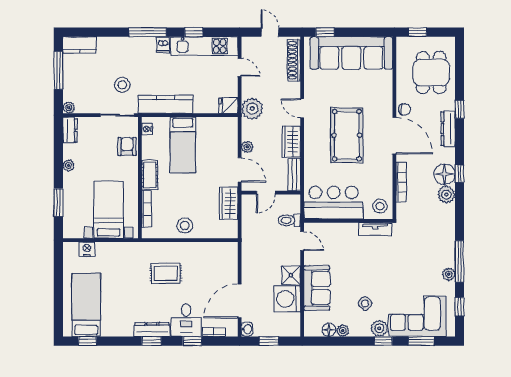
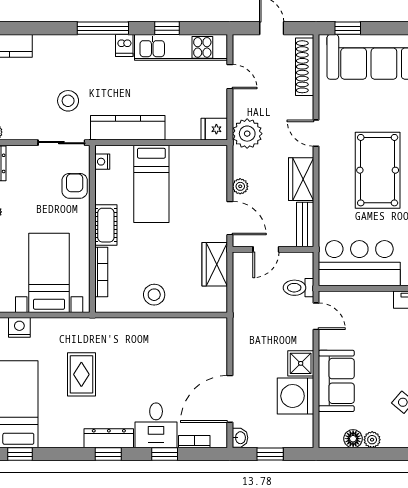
rug: (166, 273) -> (81, 374), moved, turned 90

